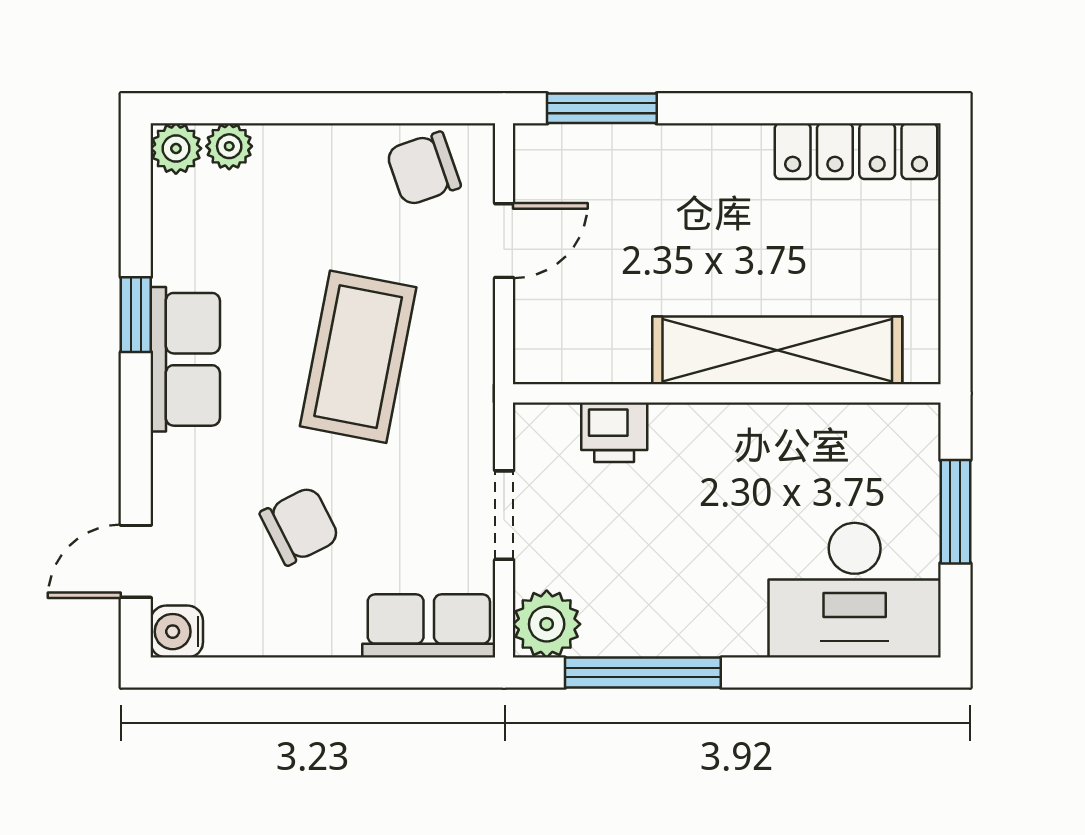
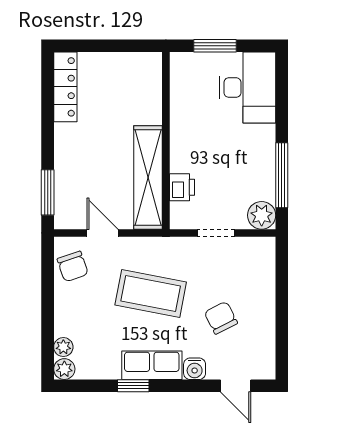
shelving: (777, 350) -> (148, 177), moved
row of seats: (429, 626) -> (262, 264), removed
water cooler: (177, 632) -> (195, 369), moved

